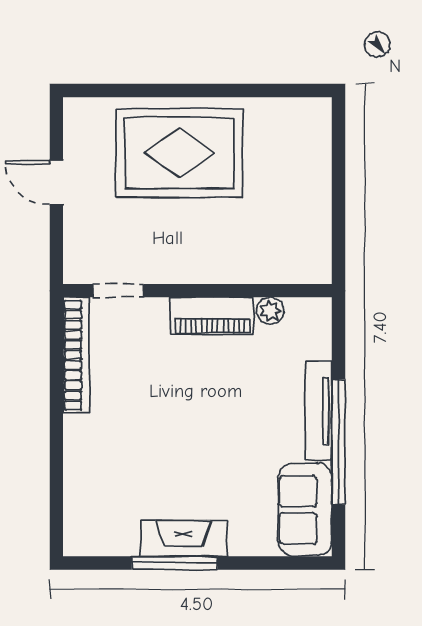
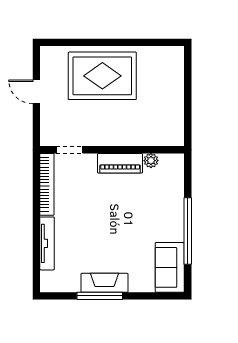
tv unit: (319, 411) -> (47, 243), moved, turned 180

